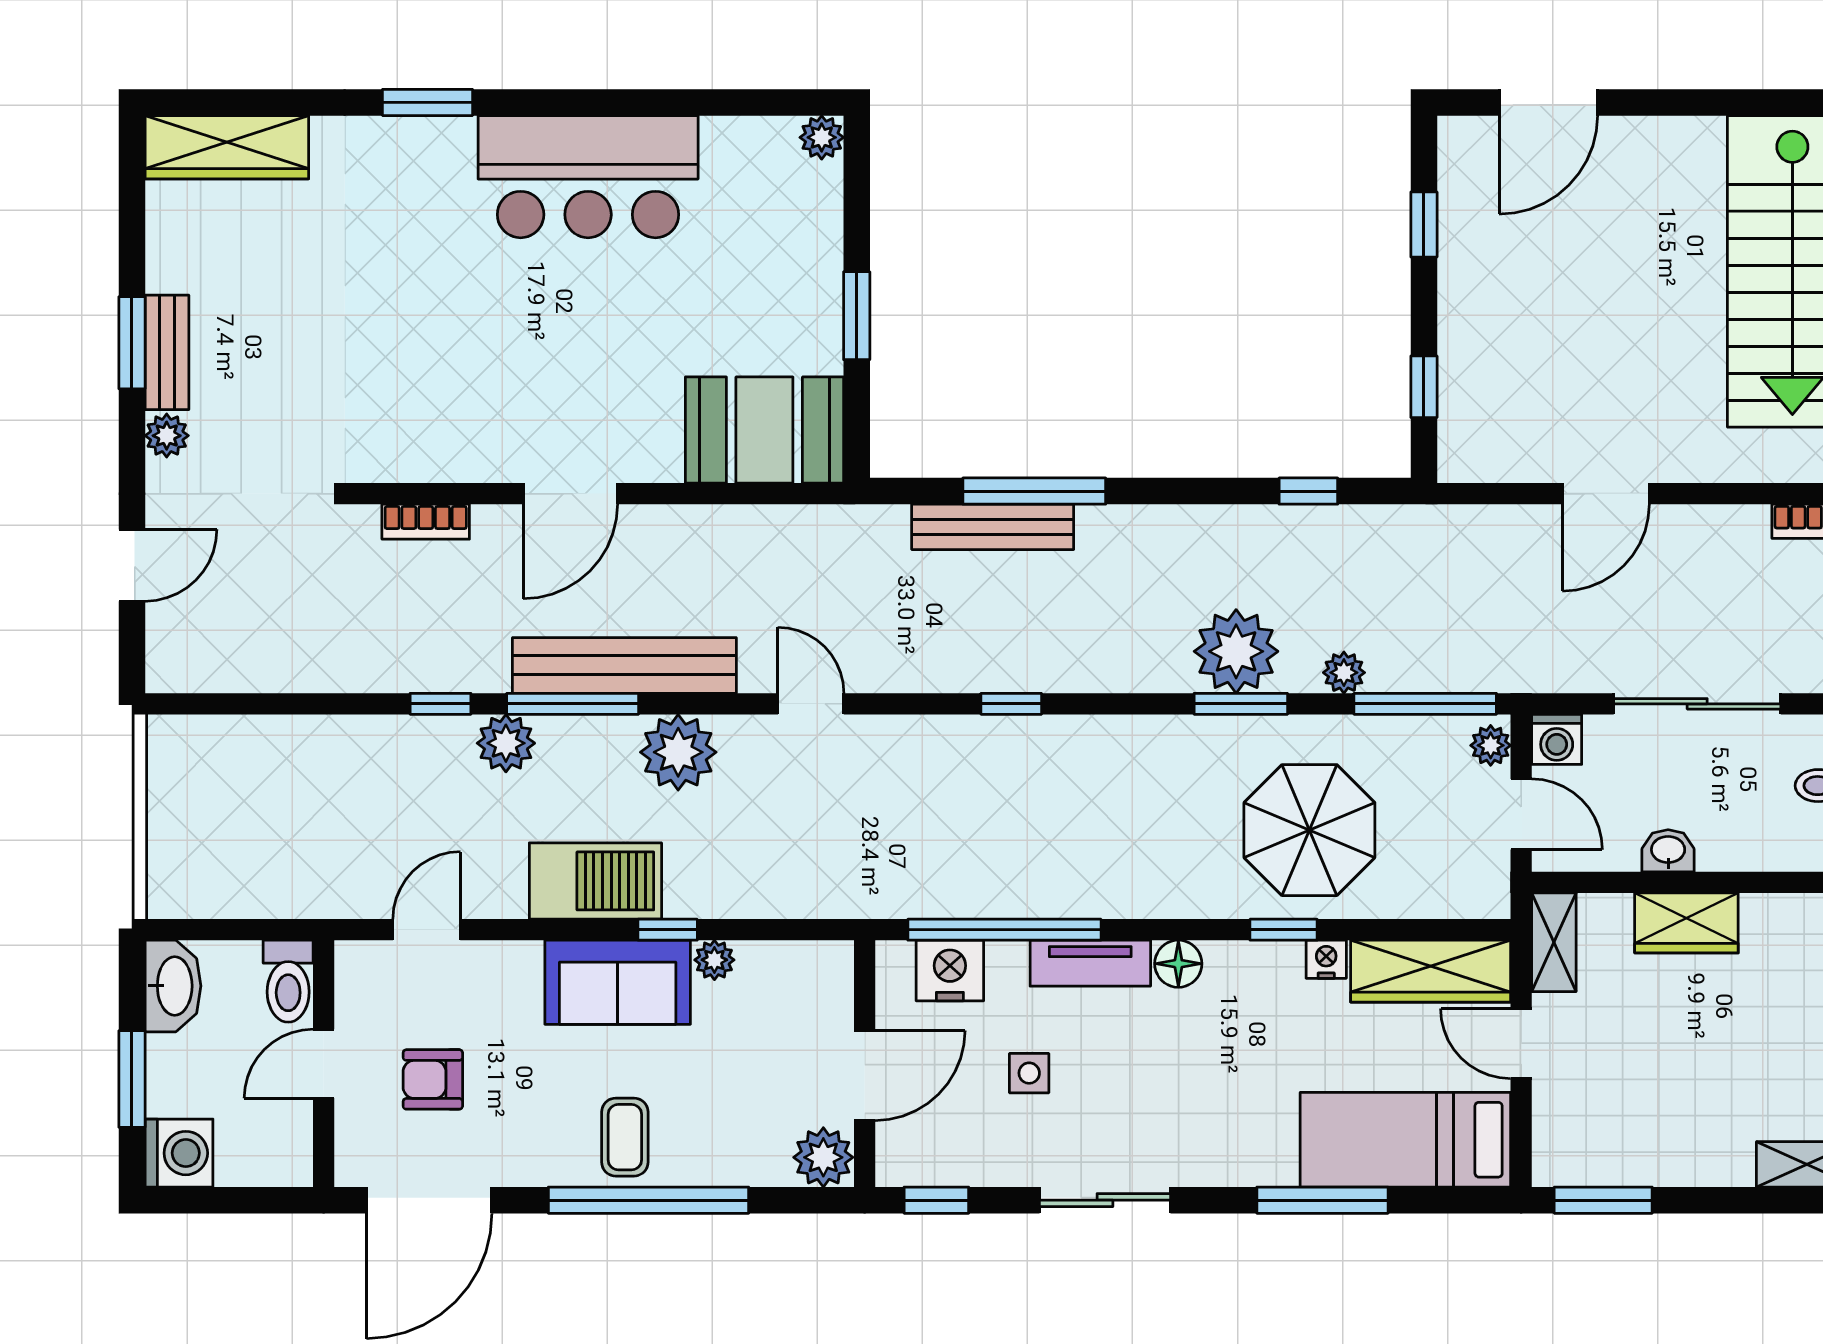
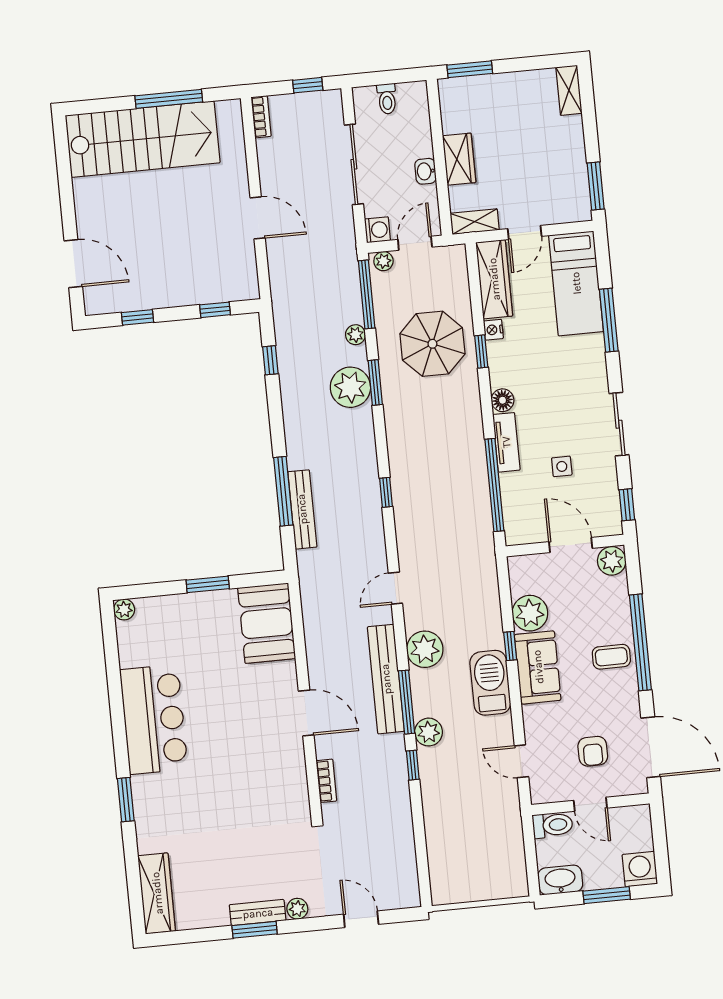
plant: (714, 960) -> (530, 613), width x1.87, depth x1.87
nightstand: (950, 971) -> (516, 509), removed

